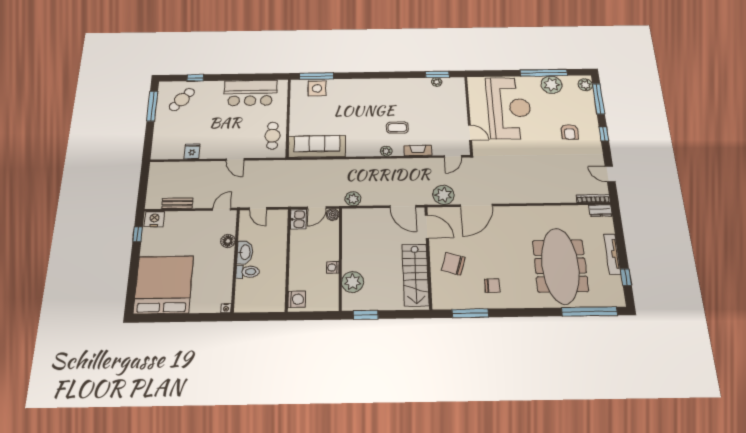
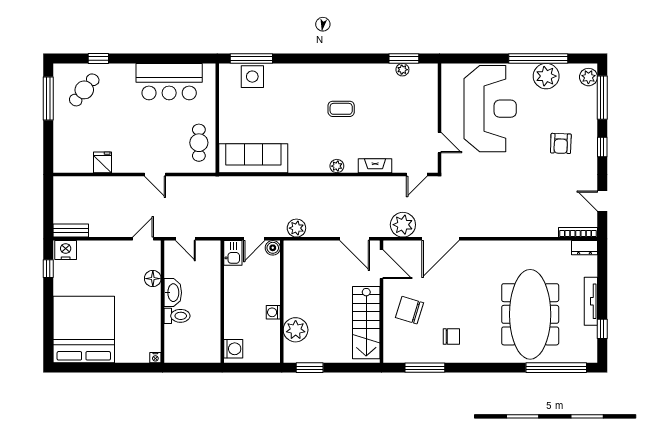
coffee table: (397, 128) -> (341, 109), moved
bench: (177, 203) -> (71, 230), moved

